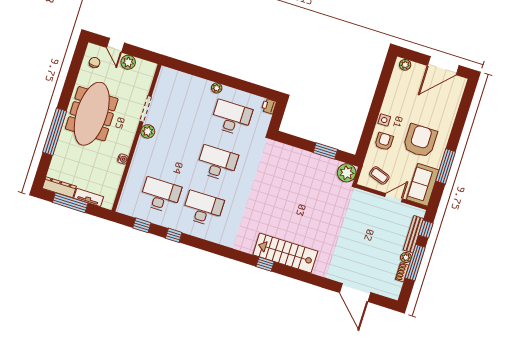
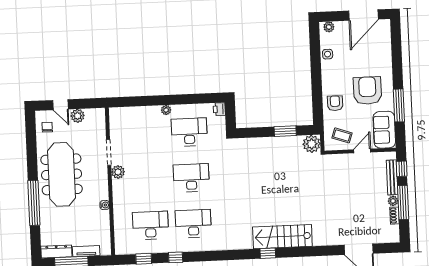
side table: (384, 120) -> (328, 54), moved

